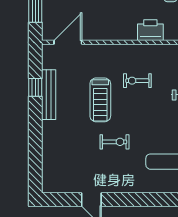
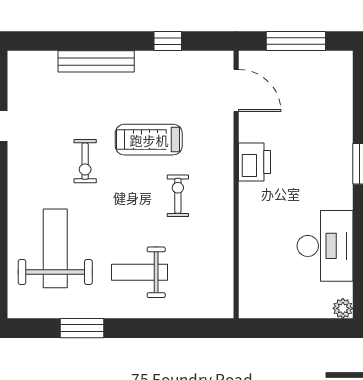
printer: (150, 30) -> (254, 162), moved
bench: (49, 95) -> (96, 61), moved

